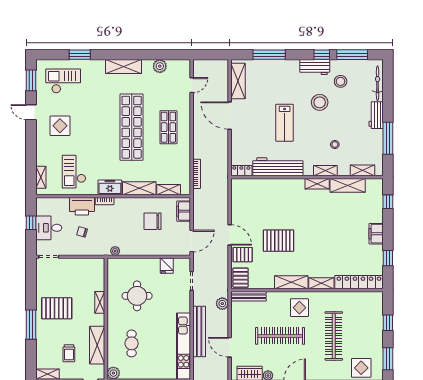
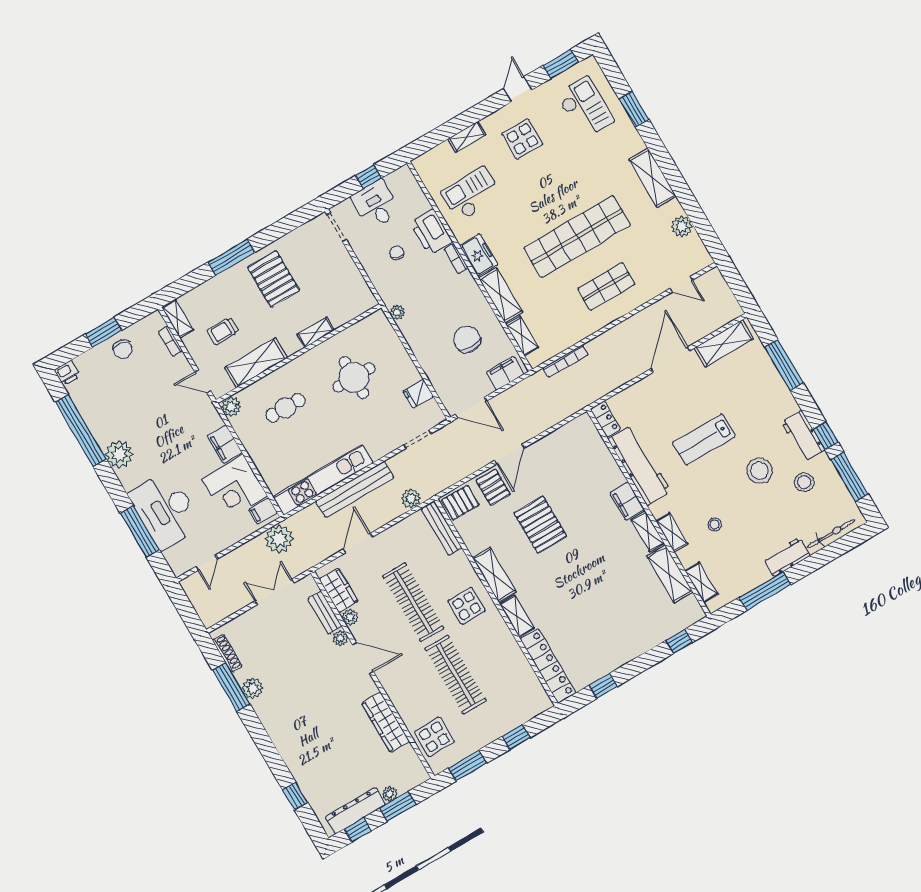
shelving: (41, 177) -> (467, 137), moved
filing cabinet: (376, 234) -> (627, 501), moved, turned -90
clothes rail: (334, 336) -> (456, 675), turned 90

